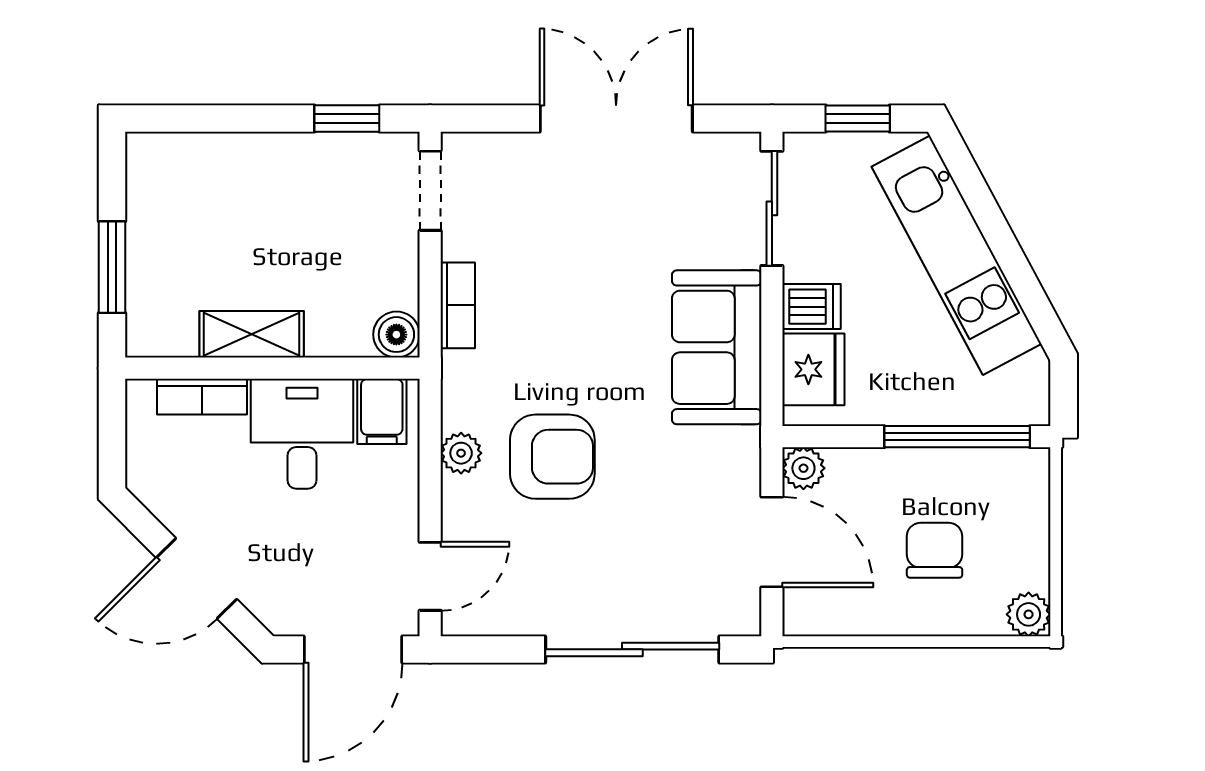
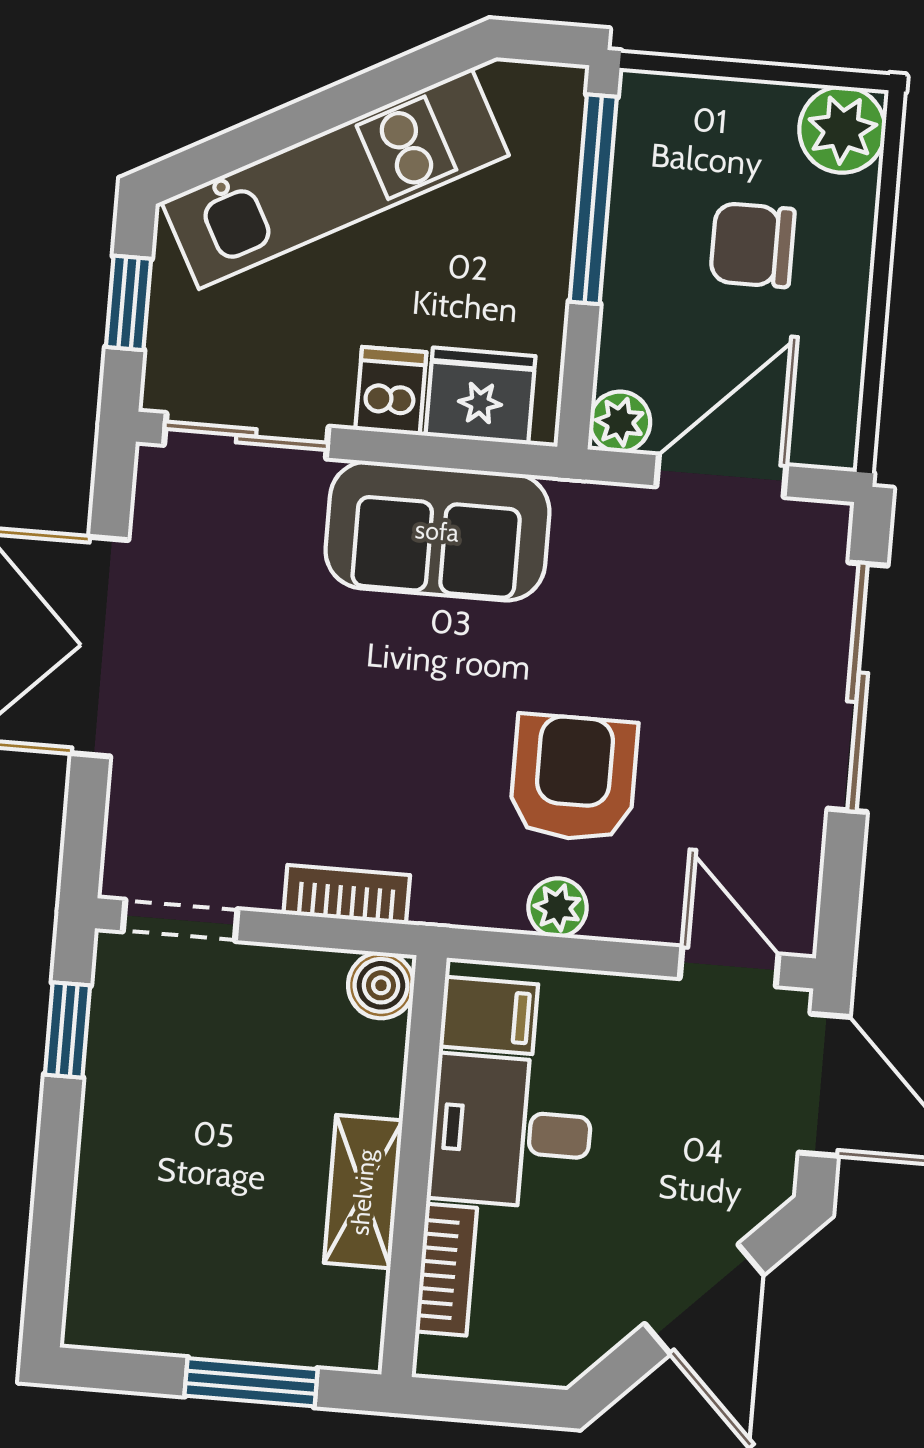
plant: (1029, 614) -> (842, 130), width x1.38, depth x1.38

